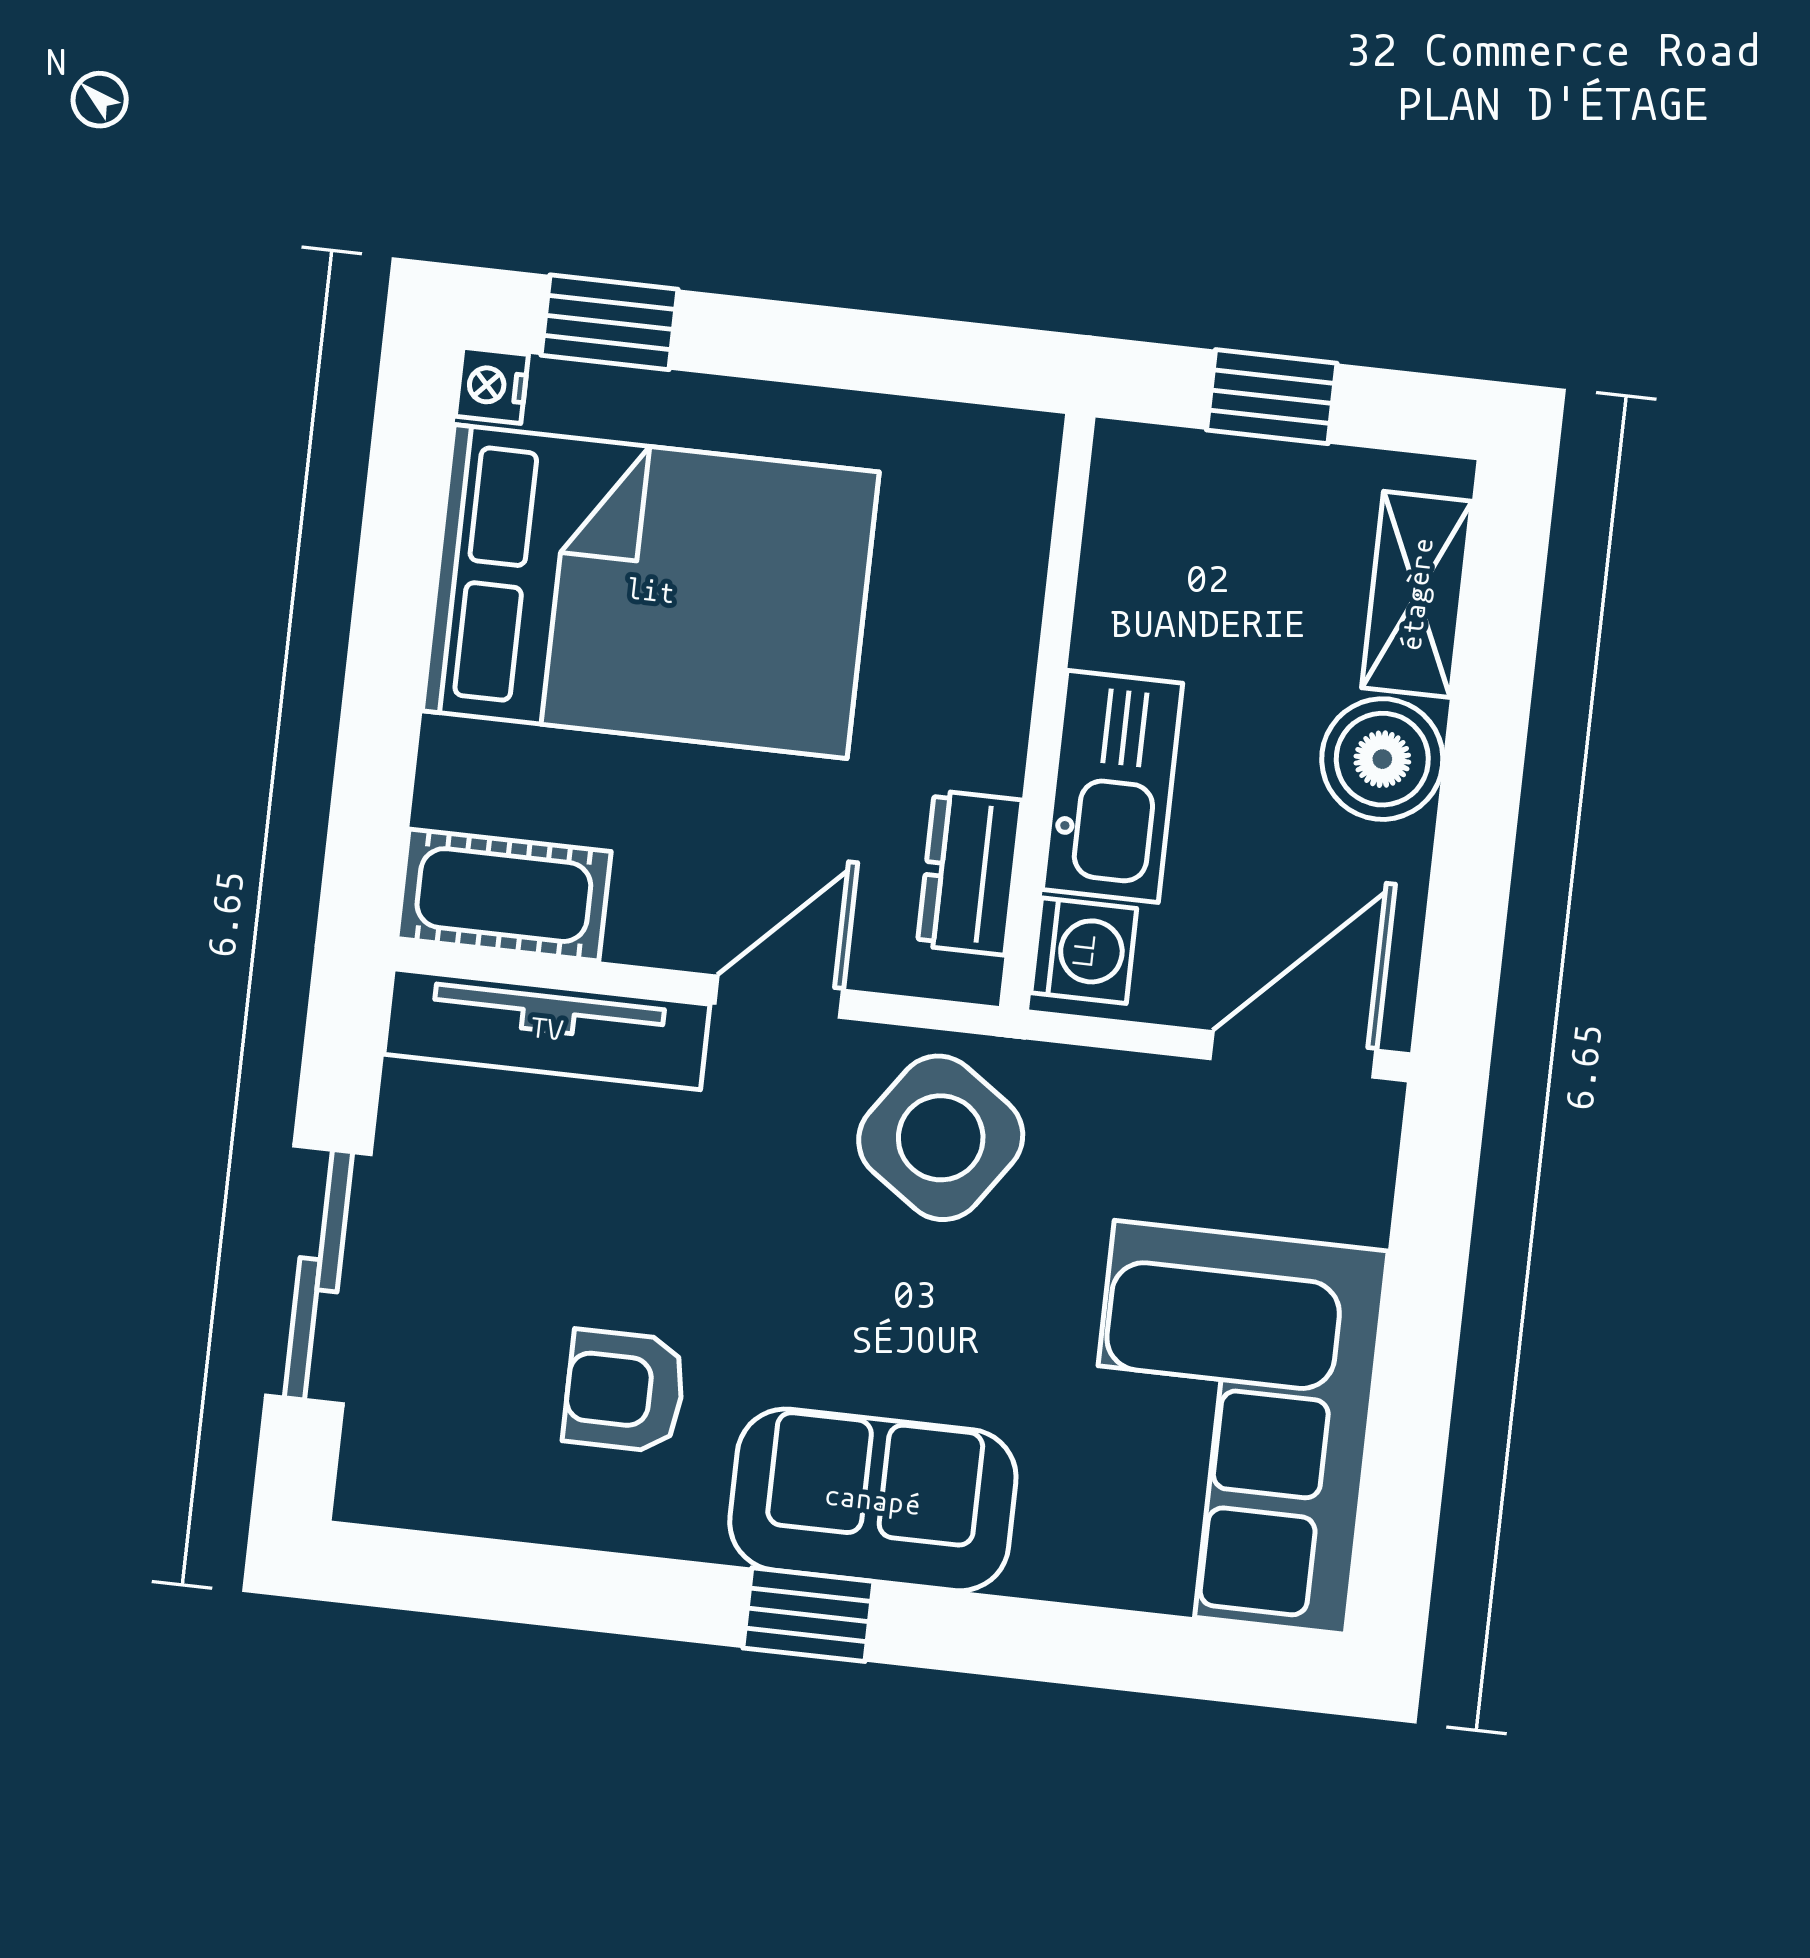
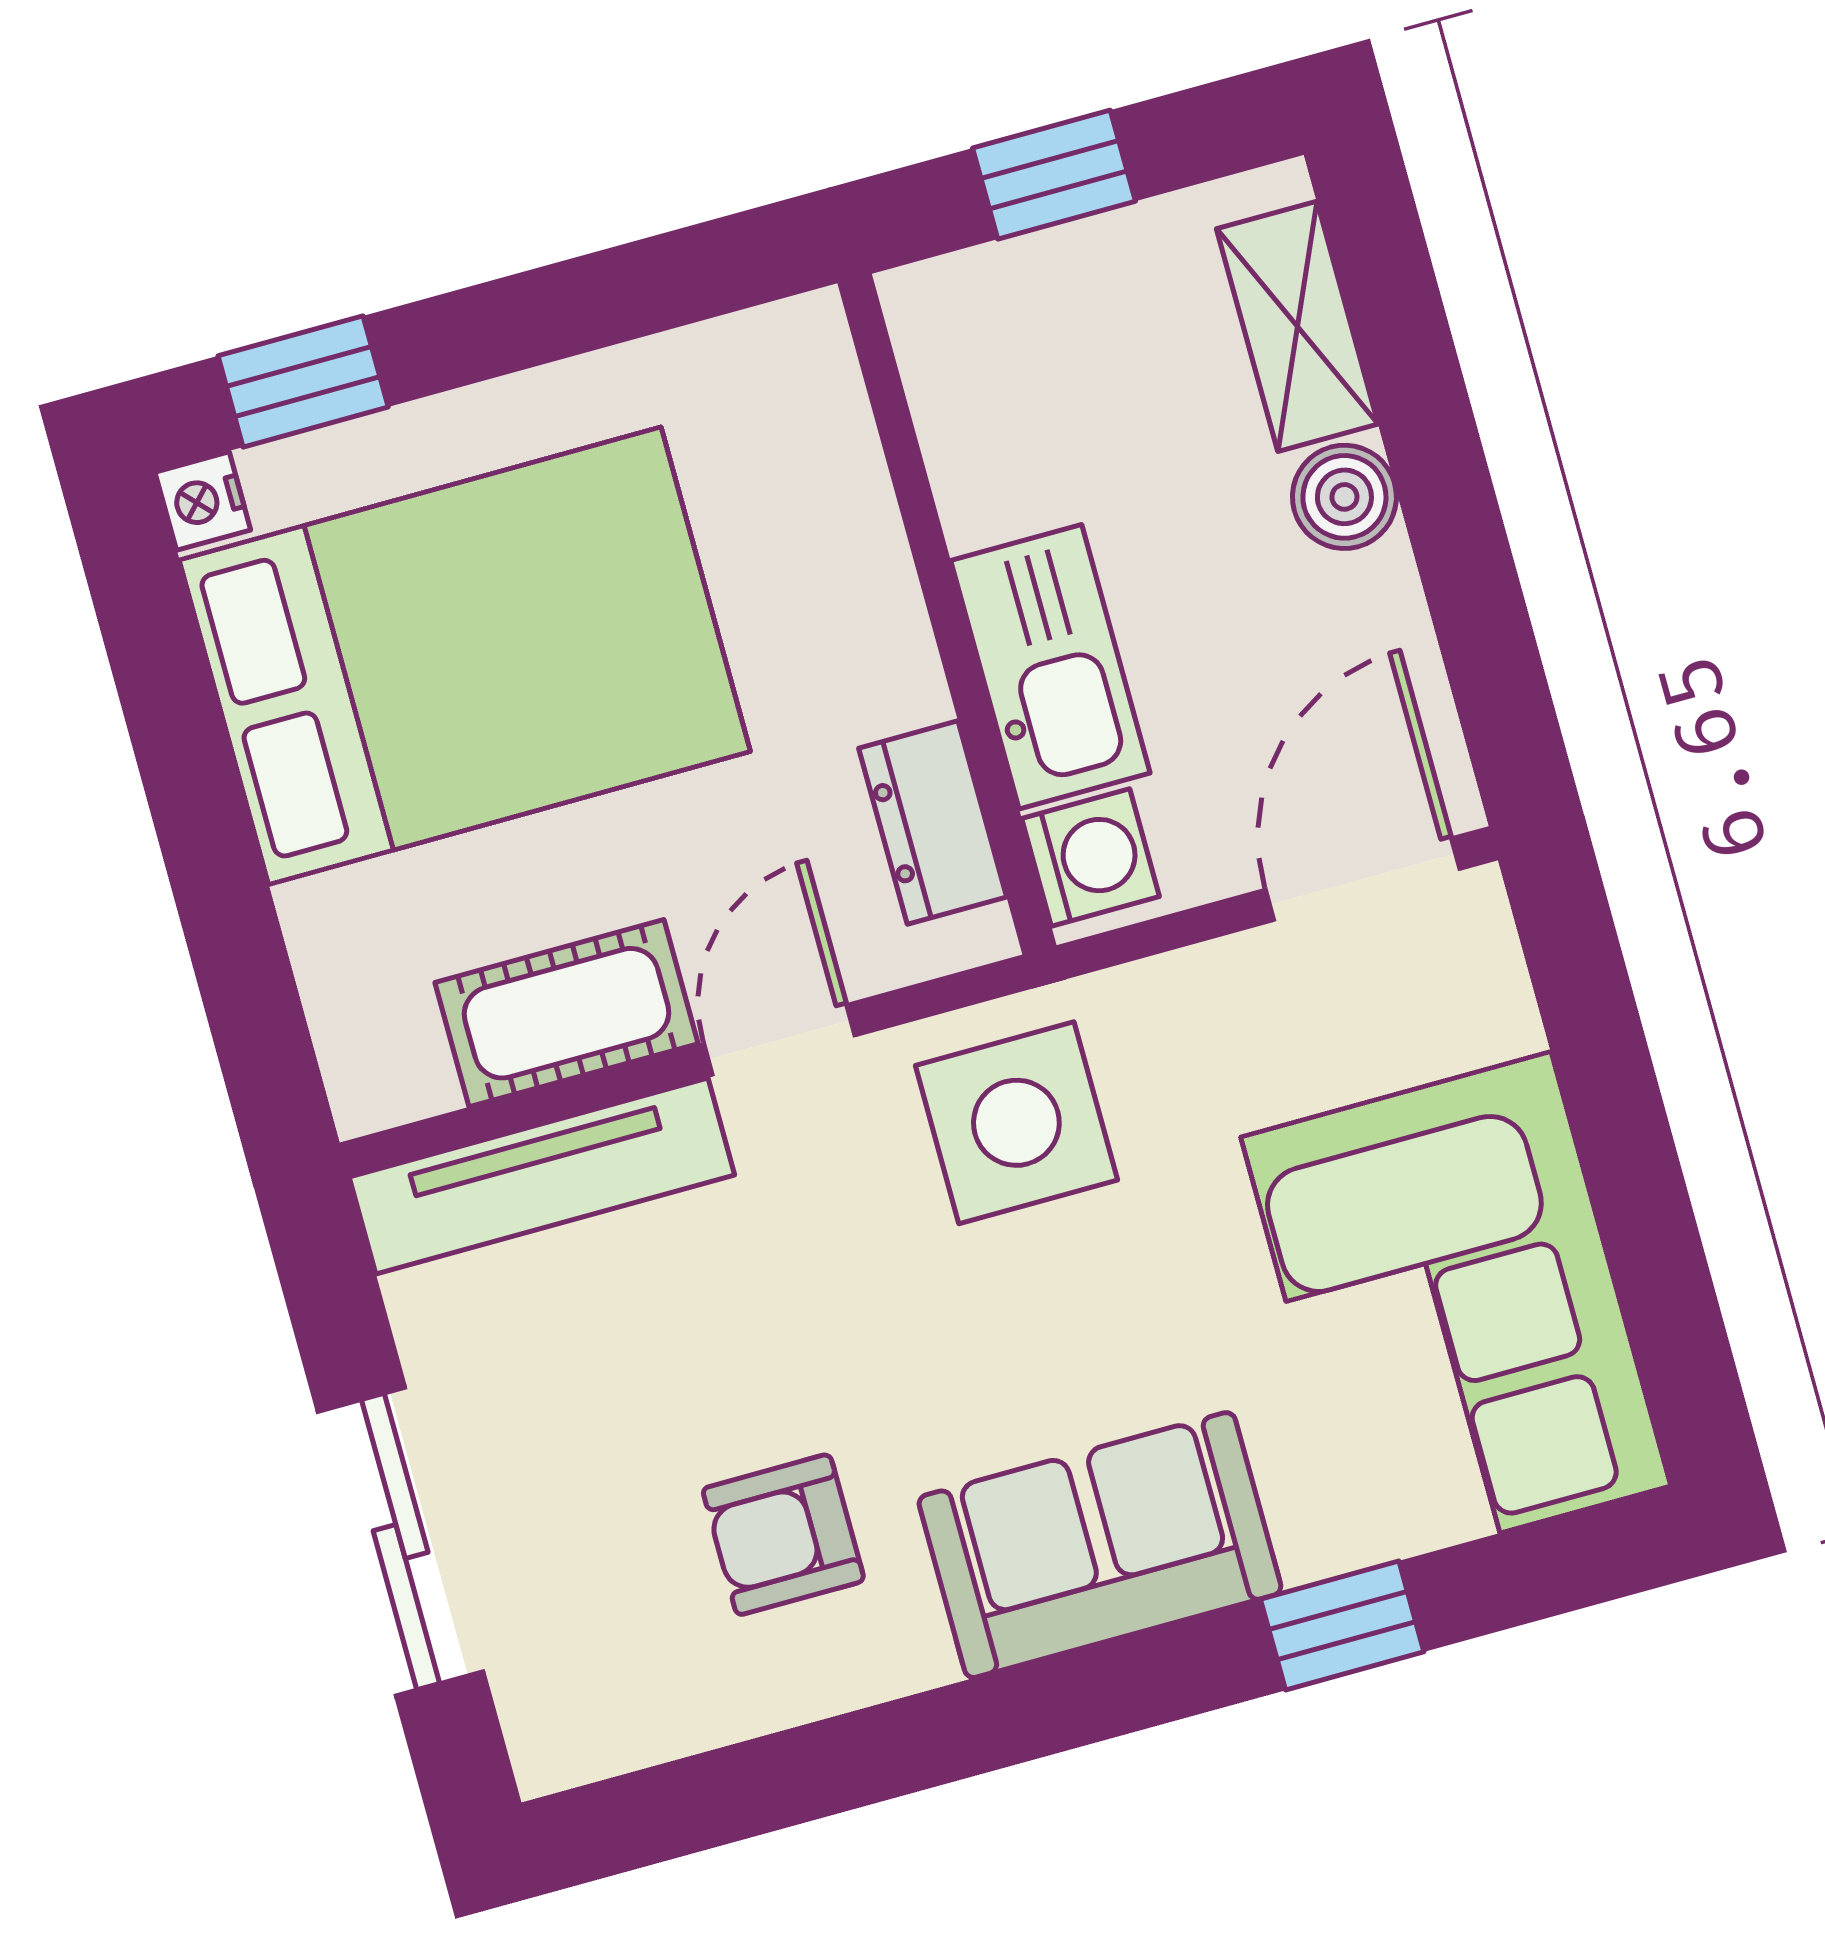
boiler: (1382, 759) -> (1344, 497), width x0.73, depth x0.73
cot: (504, 895) -> (567, 1013), moved
side table: (941, 1138) -> (1016, 1123), turned -35
window: (808, 1615) -> (1342, 1626), moved

